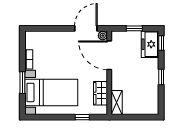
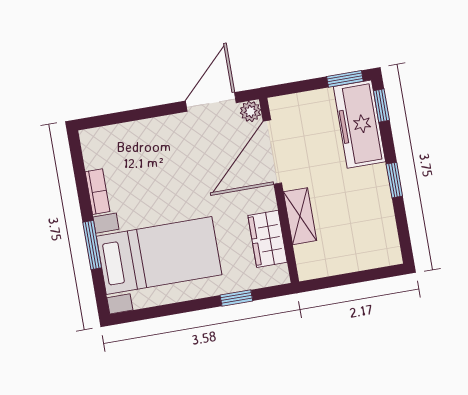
window: (134, 28) -> (345, 79), moved
freezer: (150, 44) -> (359, 124), width x1.40
door: (109, 55) -> (272, 152), hinge flipped
shelving: (117, 103) -> (300, 216), moved

